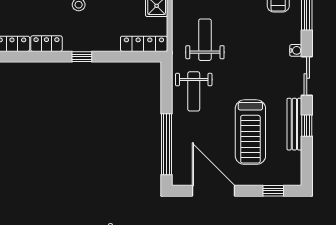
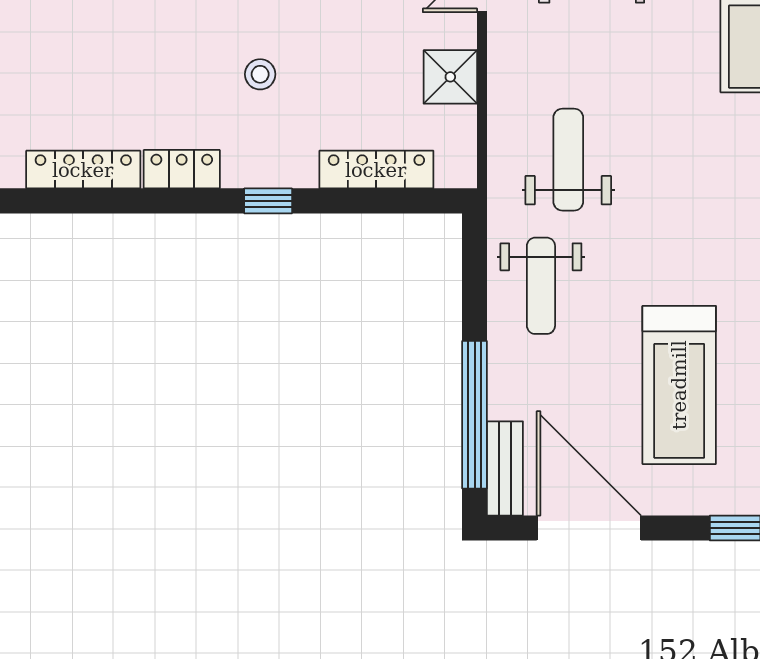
locker: (144, 44) -> (376, 170), moved
bench: (179, 166) -> (505, 468), added

